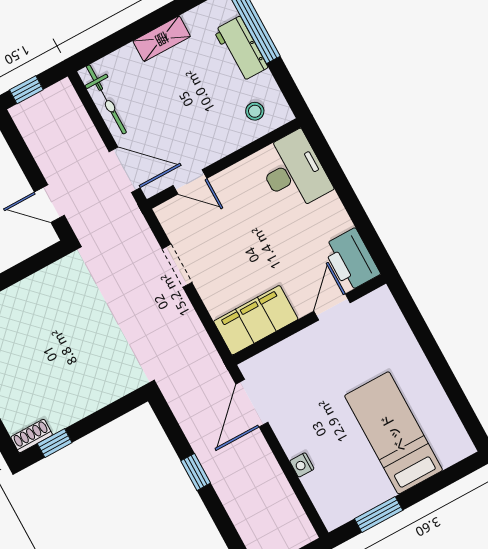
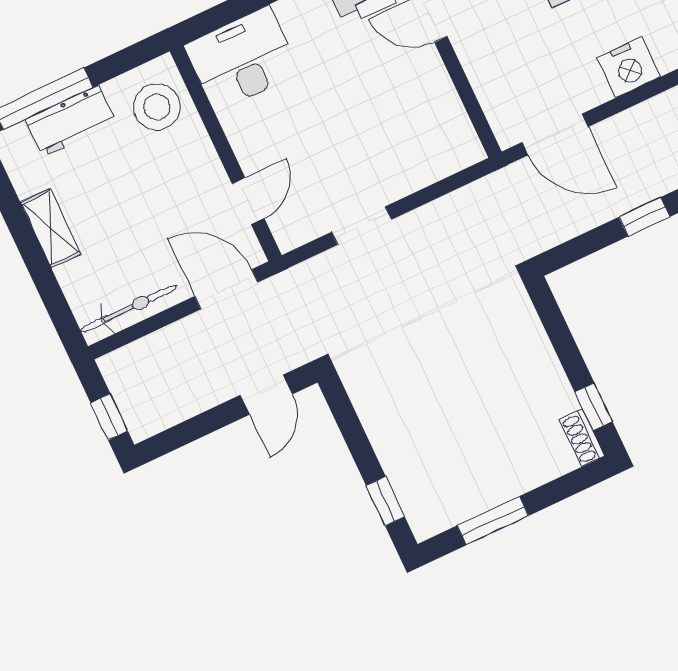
stool: (255, 111) -> (157, 107), width x1.89, depth x1.89
door: (125, 170) -> (226, 289), hinge flipped
filing cabinet: (256, 320) -> (442, 122), removed
nightstand: (302, 465) -> (629, 67), width x1.89, depth x1.79

